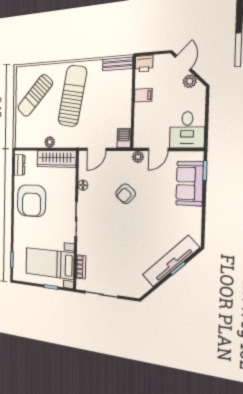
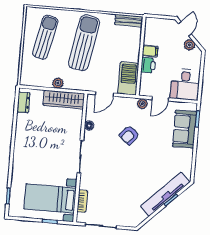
printer: (144, 64) -> (148, 65), moved, turned -90
sun lounger: (35, 96) -> (45, 37), turned 150
barbecue: (124, 138) -> (128, 79), width x1.88, depth x1.53
armchair: (31, 201) -> (34, 138), removed

